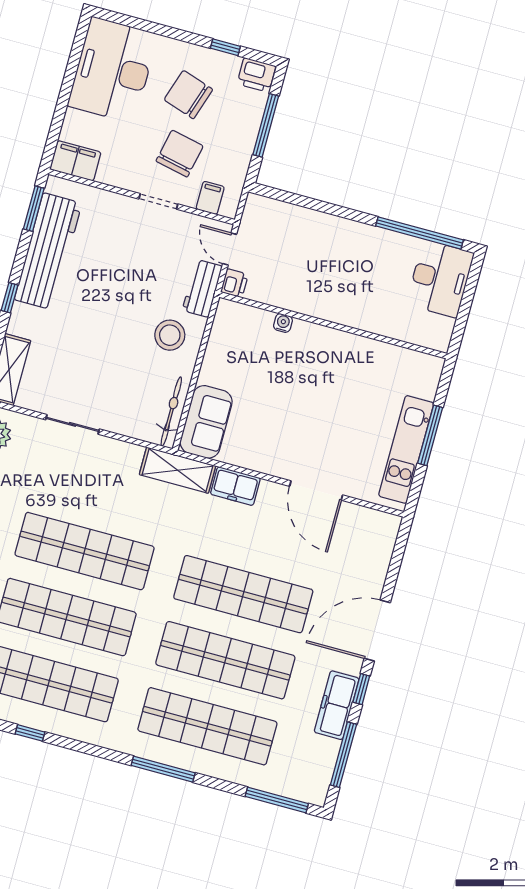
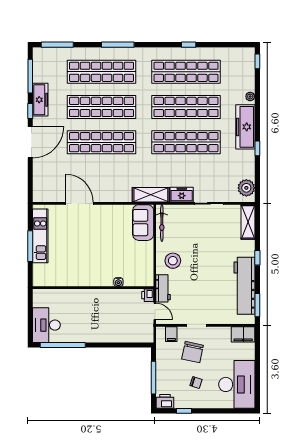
chair: (188, 95) -> (196, 382), width x0.54, depth x0.54
freezer: (235, 486) -> (182, 195), moved

